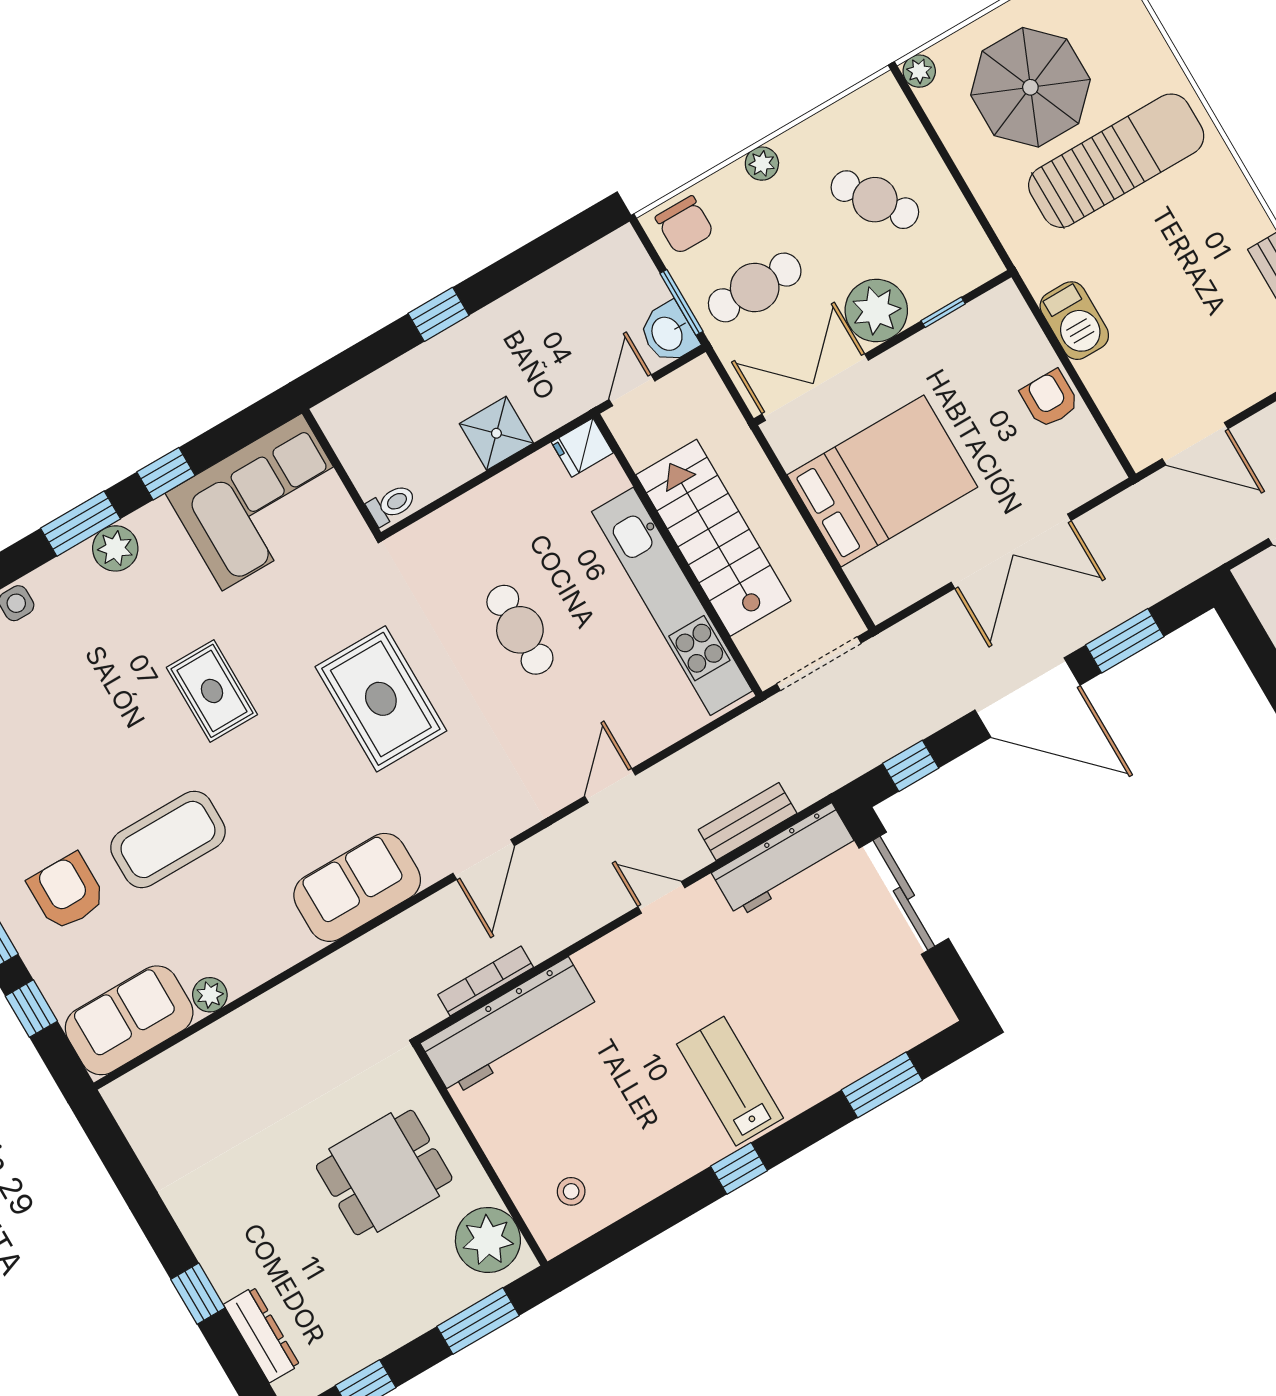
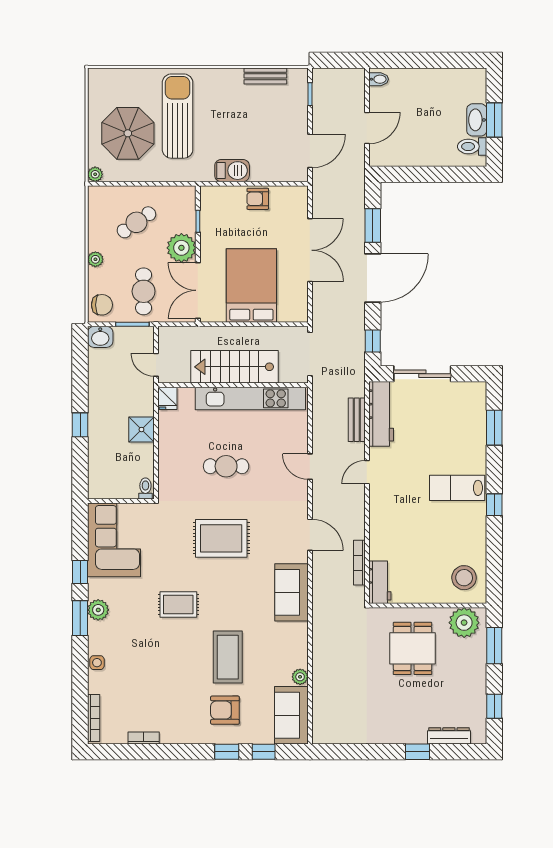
washbasin: (668, 333) -> (100, 337), moved
workbench: (510, 1027) -> (380, 582), width x0.53, depth x0.76
stool: (571, 1191) -> (464, 578), width x1.89, depth x1.89

